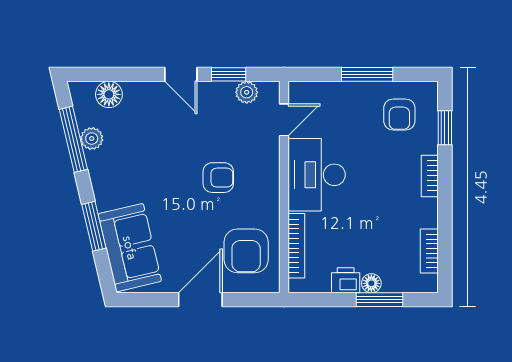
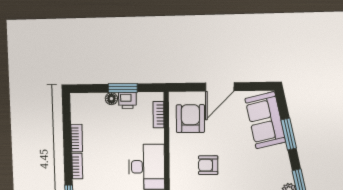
bookcase: (296, 246) -> (159, 115), width x0.64
bookcase: (429, 251) -> (77, 138), moved
window: (379, 300) -> (123, 88), moved

